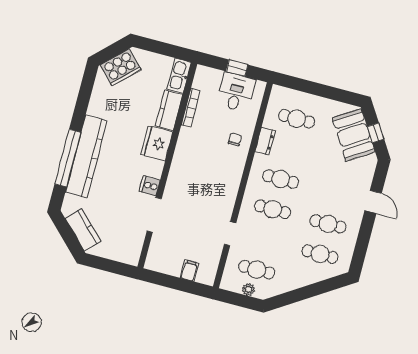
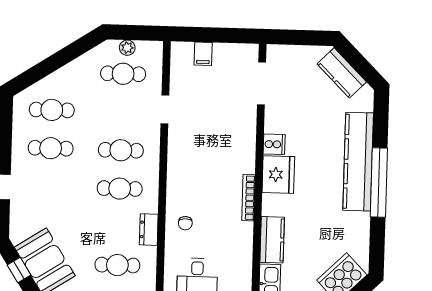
bookcase: (191, 108) -> (248, 198), moved
fridge: (157, 143) -> (278, 175), moved
window: (68, 158) -> (379, 183), moved
doorway: (154, 215) -> (261, 83), moved

